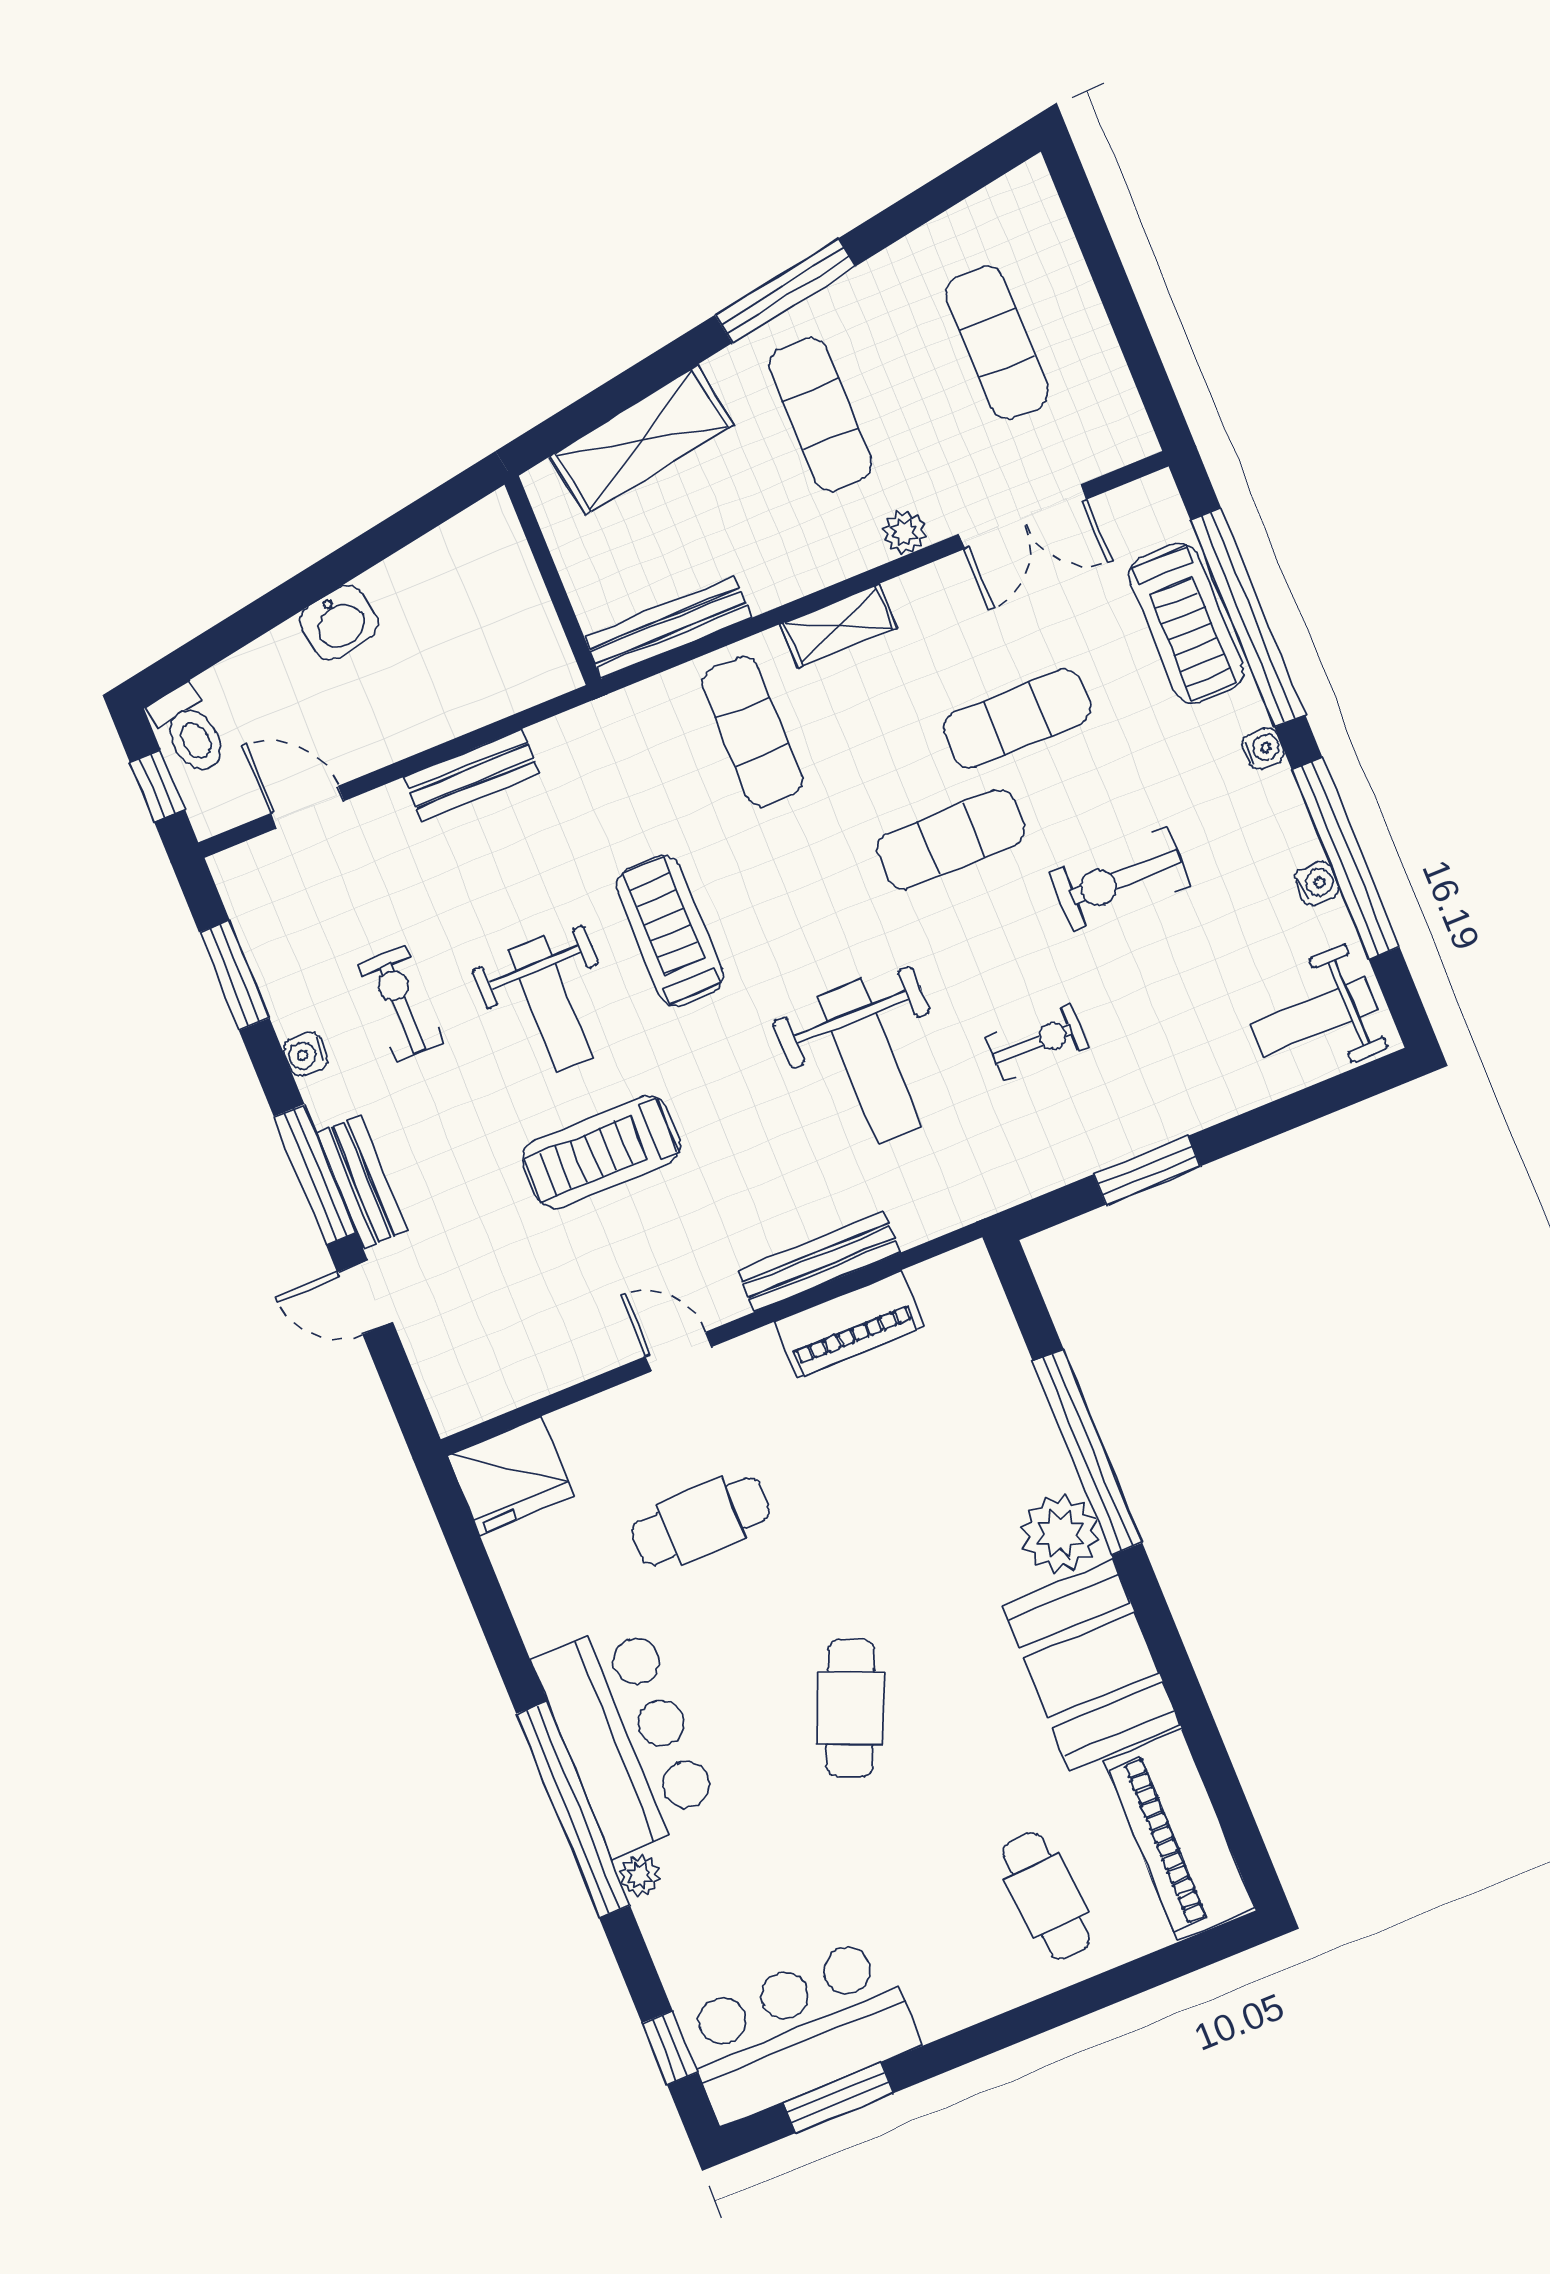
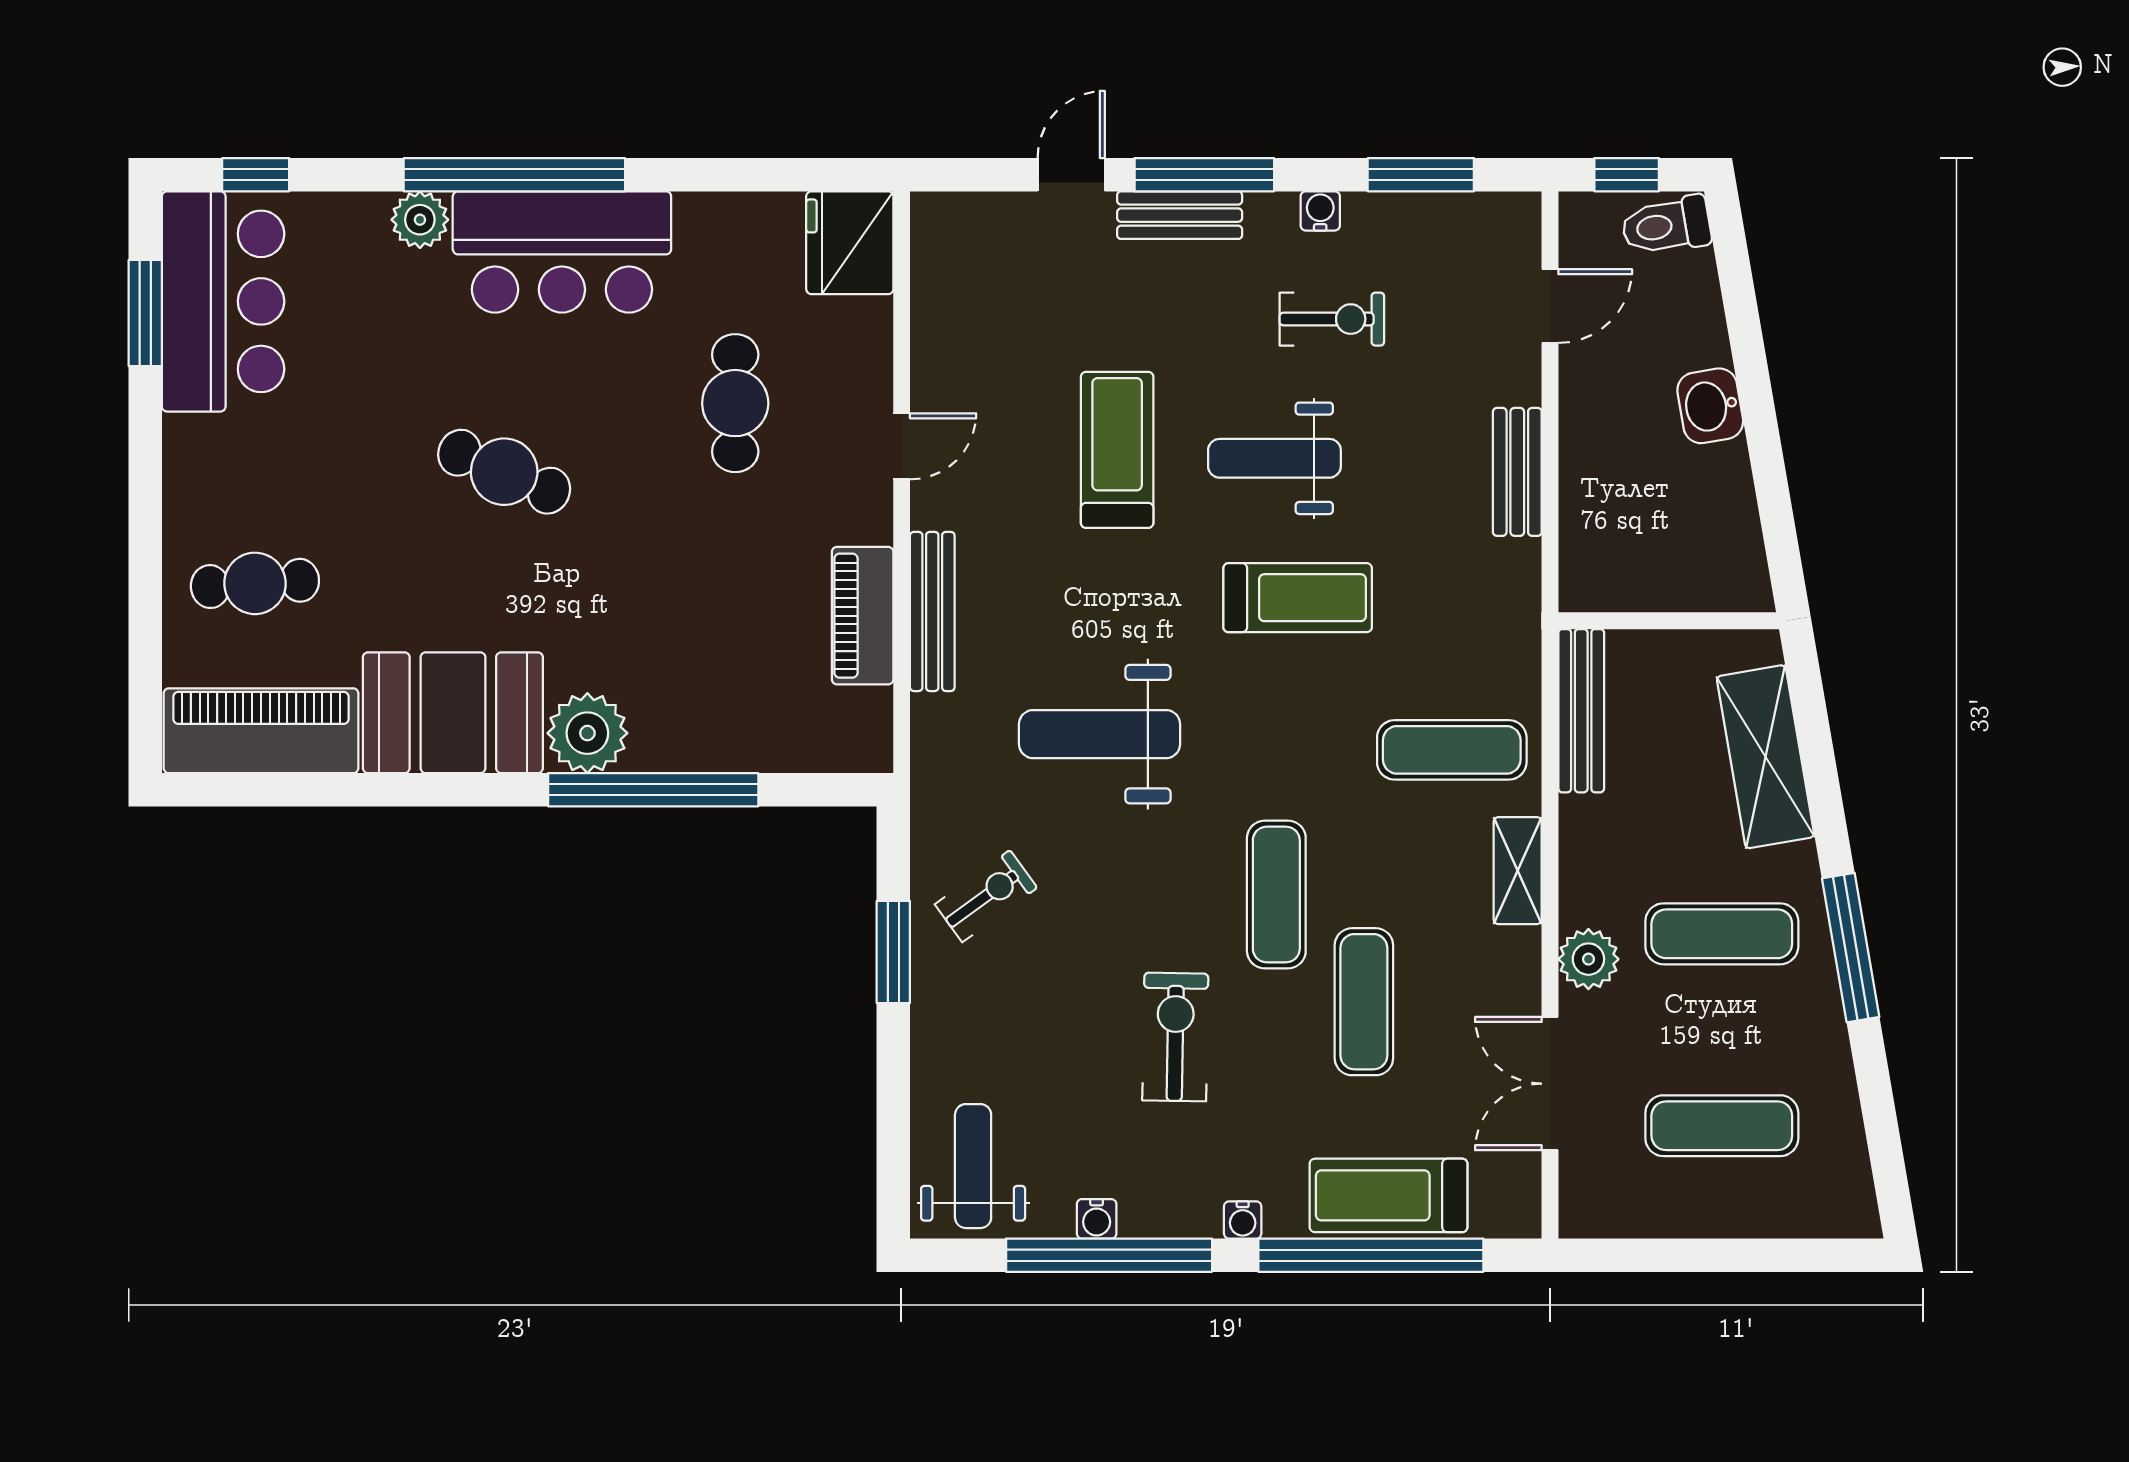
plant: (904, 532) -> (1588, 959), width x1.38, depth x1.38
exercise bike: (1037, 1042) -> (986, 896), moved, turned -126
plant: (640, 1876) -> (420, 220), width x1.38, depth x1.38

